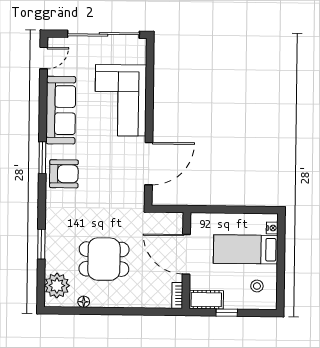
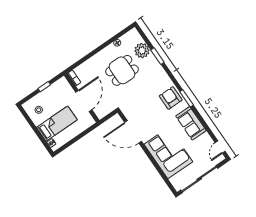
sofa: (61, 110) -> (191, 123), width x0.73
door: (149, 164) -> (133, 132), hinge flipped
armchair: (64, 174) -> (171, 98), turned 90
door: (186, 254) -> (84, 101), hinge flipped
plant: (57, 286) -> (142, 51), moved
cot: (206, 300) -> (59, 86), removed

